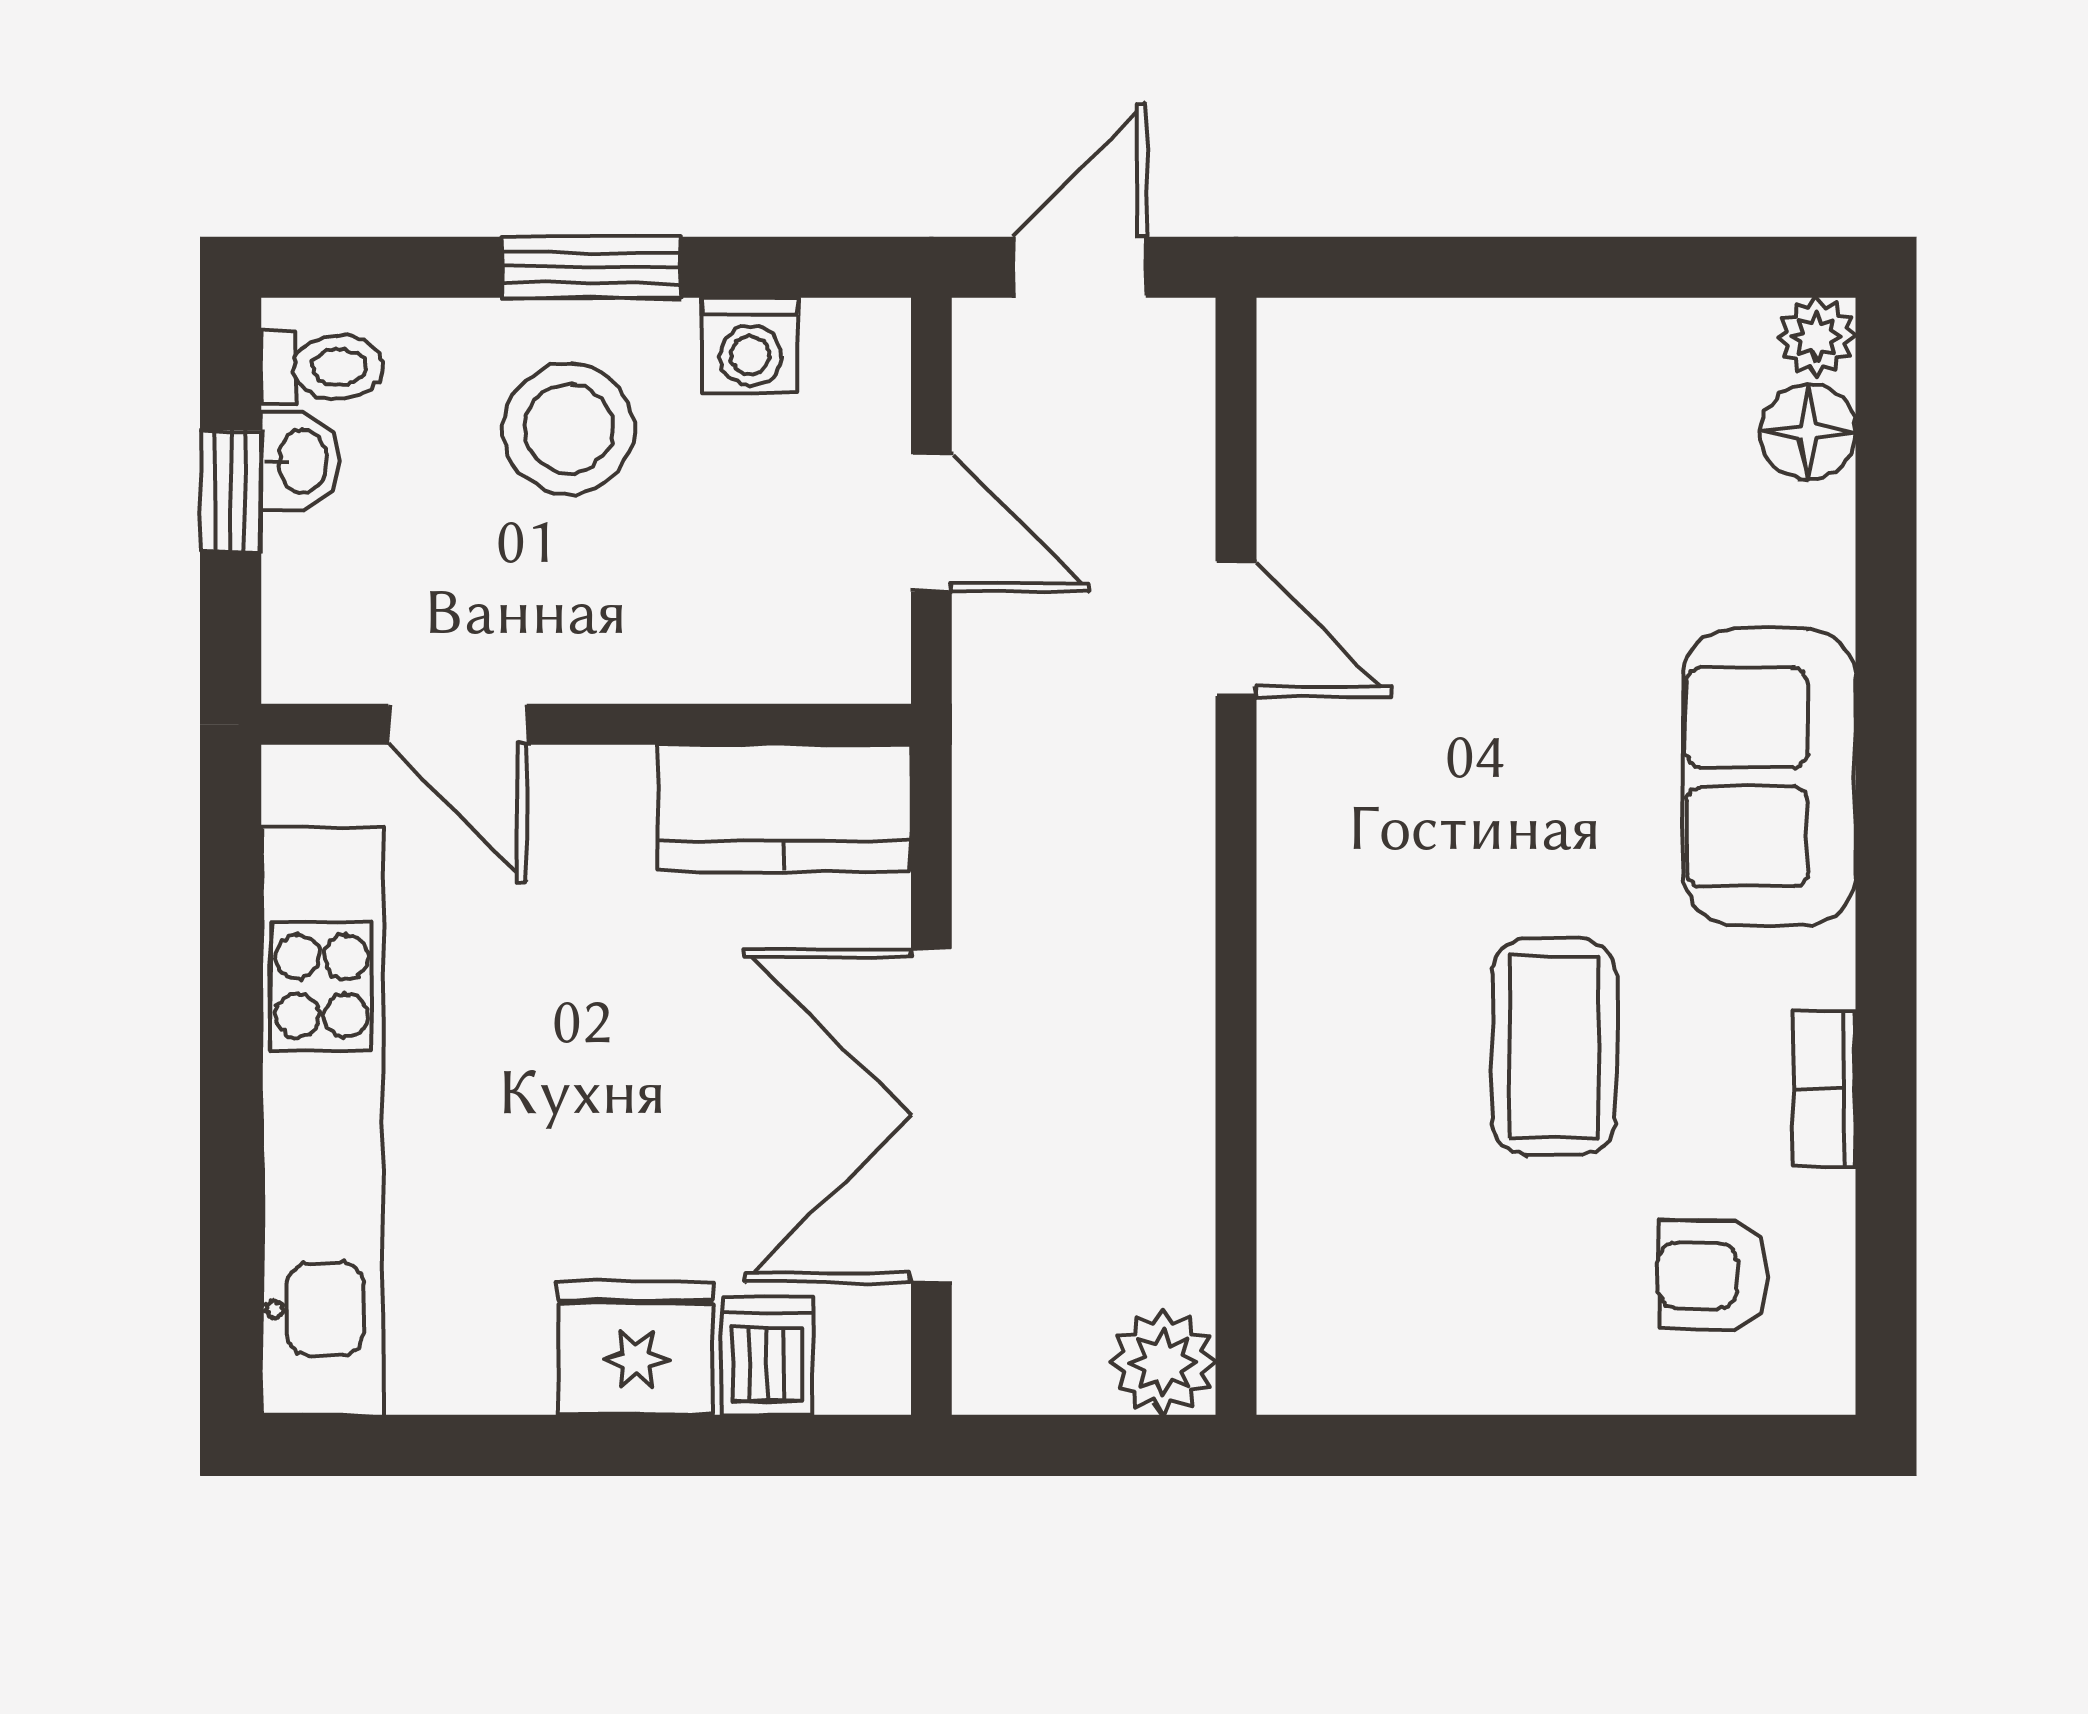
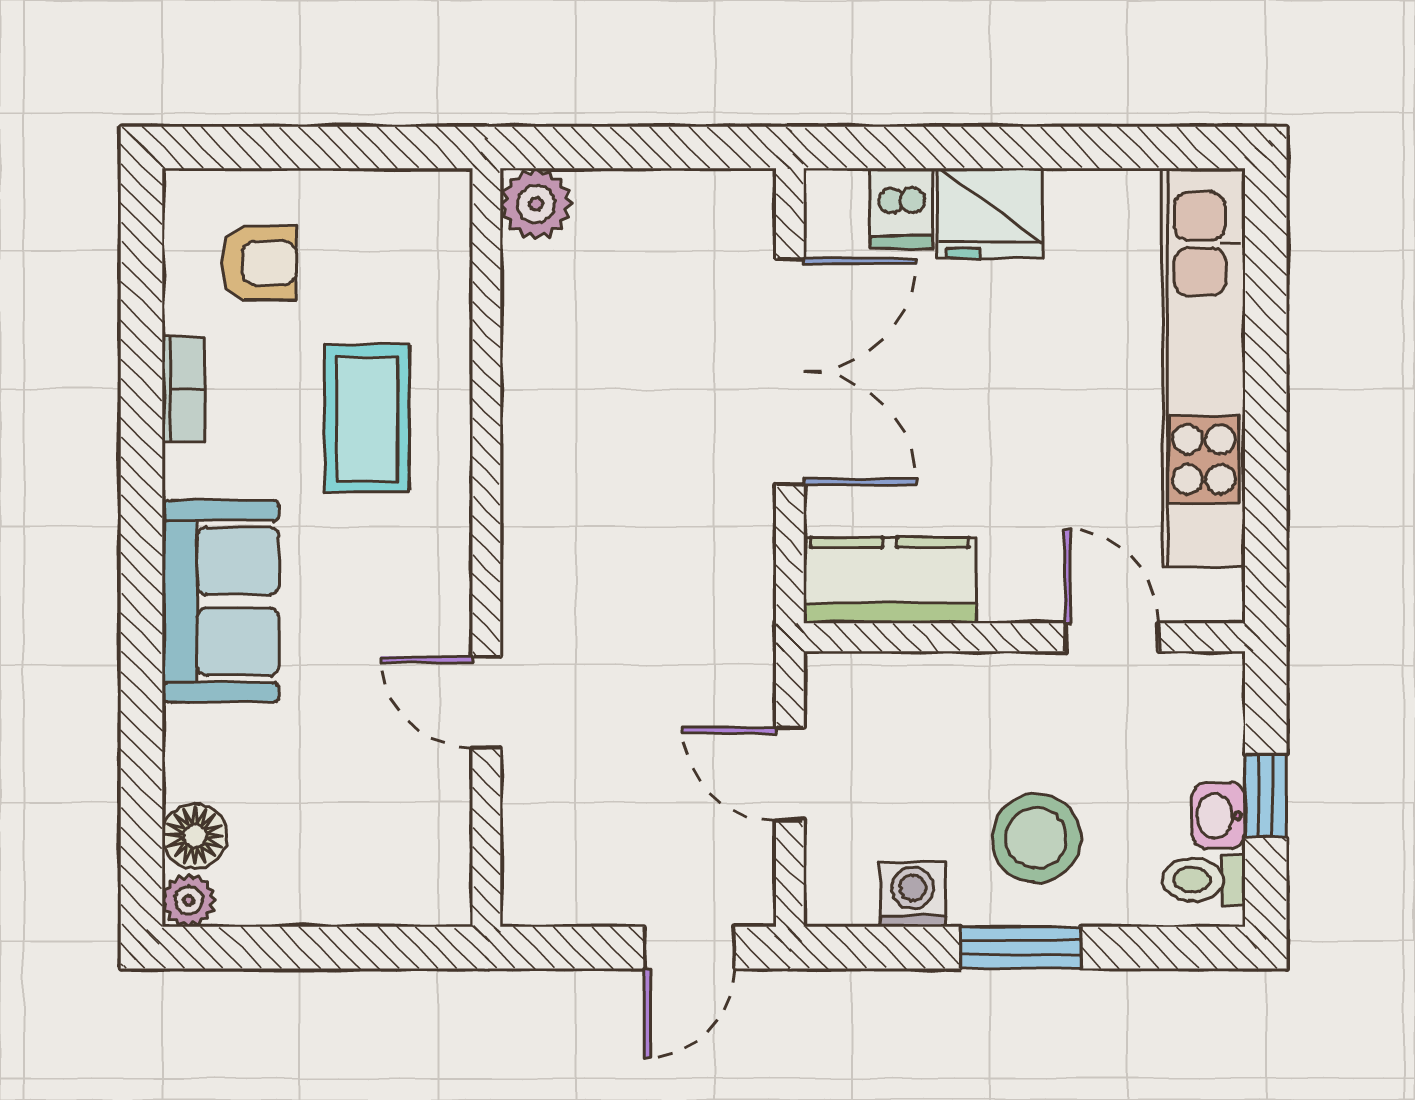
door: (1236, 629) -> (486, 702), moved
wall: (1236, 856) -> (486, 548), moved
plant: (1163, 1362) -> (536, 204), moved

